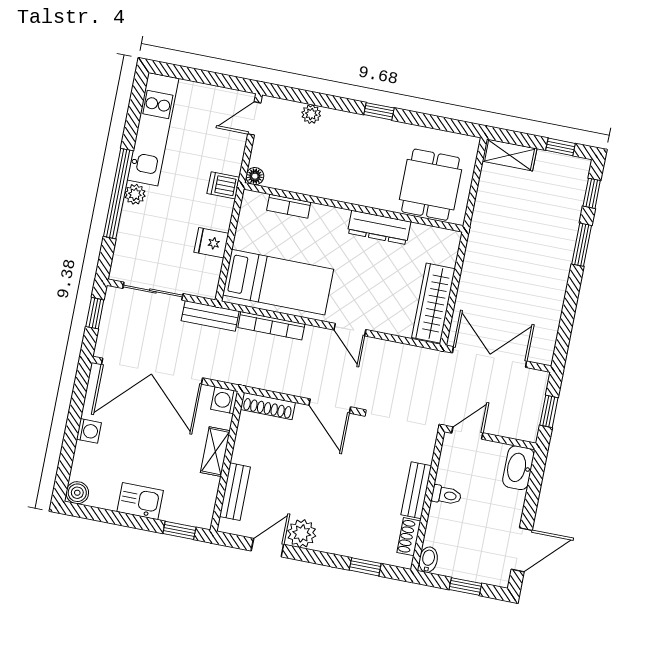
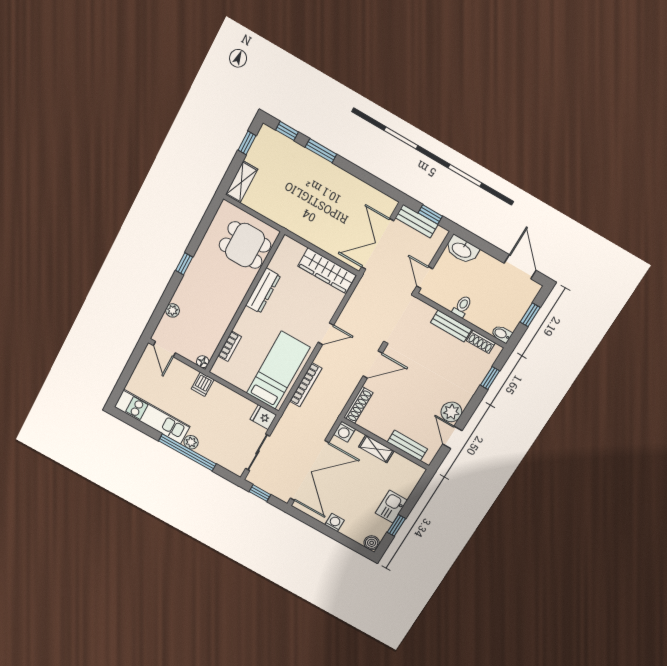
fridge: (211, 243) -> (263, 417), moved, turned 90
bench: (210, 316) -> (417, 221), moved, turned 90
window: (179, 530) -> (396, 525), moved

